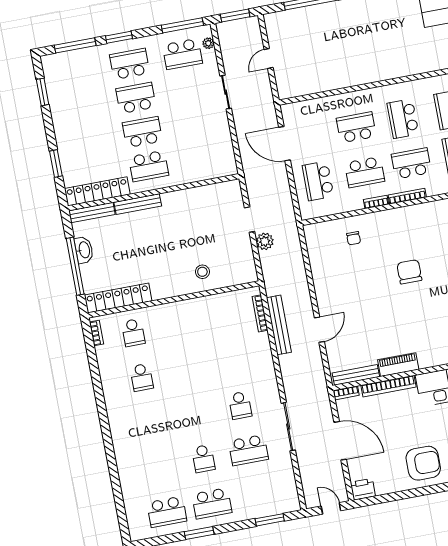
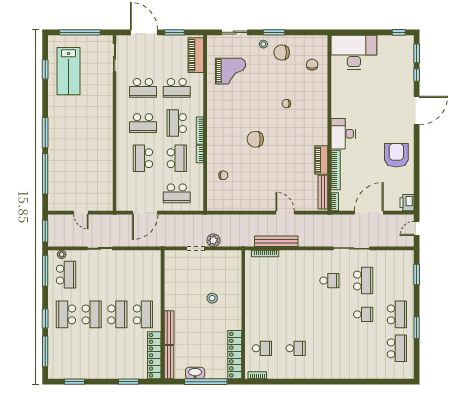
school desk: (136, 98) -> (92, 314), turned 180
school desk: (142, 132) -> (117, 314), turned 180
stool: (202, 272) -> (212, 298), moved

